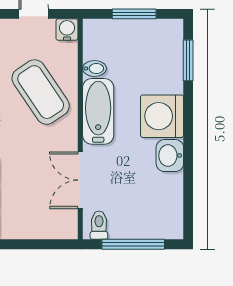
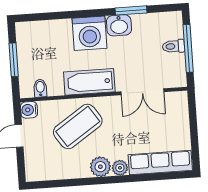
window: (188, 60) -> (131, 10), moved
bidet: (94, 68) -> (40, 88), moved
toilet: (99, 225) -> (173, 46), moved

